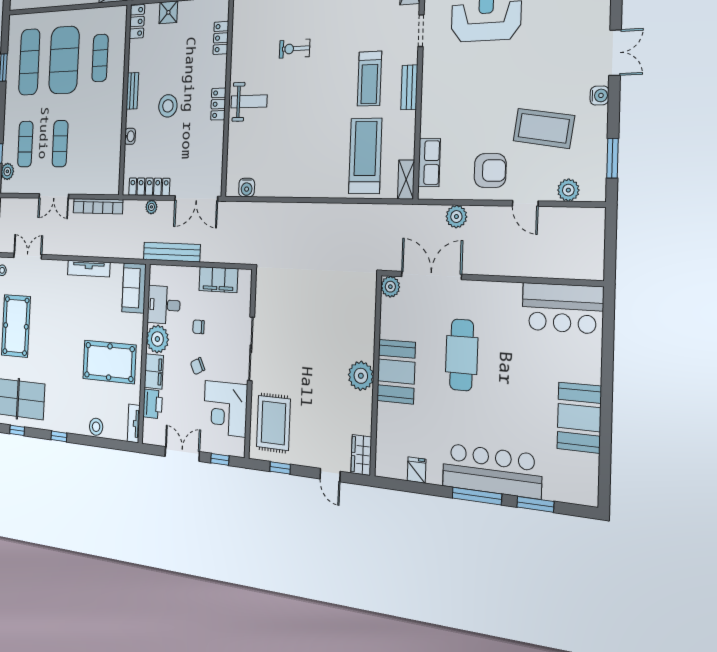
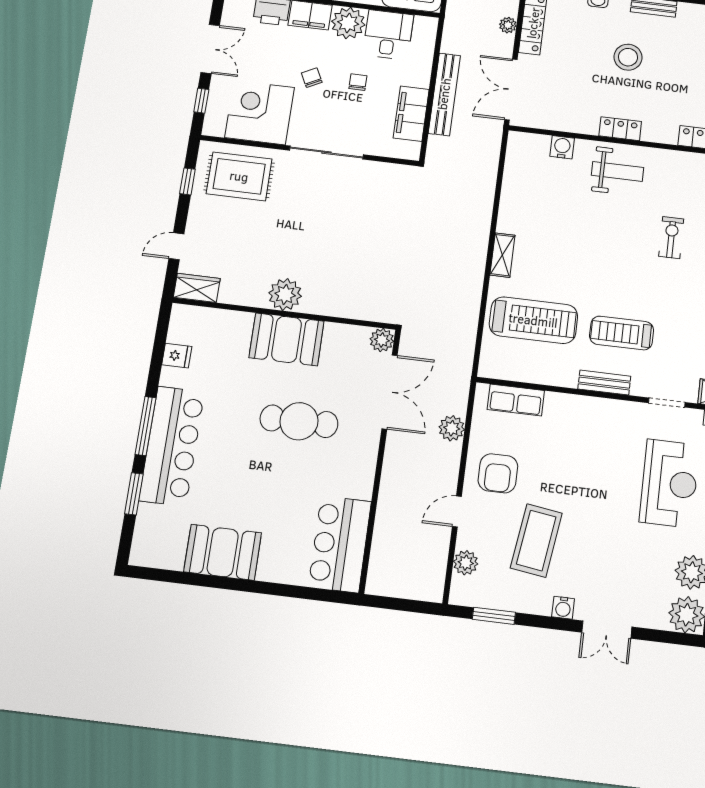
weight bench: (249, 101) -> (617, 171), turned -90
shelving: (406, 179) -> (502, 255), moved, turned 90
water cooler: (247, 188) -> (562, 147), moved, turned 90
bench: (172, 252) -> (444, 94), moved

